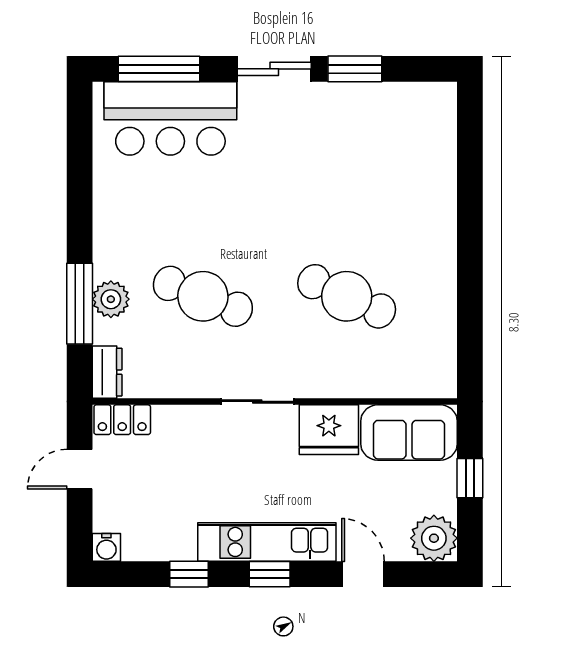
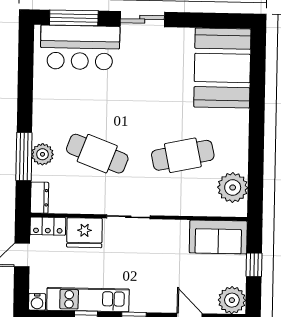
window: (355, 69) -> (190, 20), removed
booth: (410, 148) -> (222, 68), added
cafe table: (347, 296) -> (183, 155), turned -36
plant: (432, 349) -> (233, 188), added
fridge: (329, 430) -> (84, 233), moved
kitchen unit: (267, 542) -> (88, 300), moved

